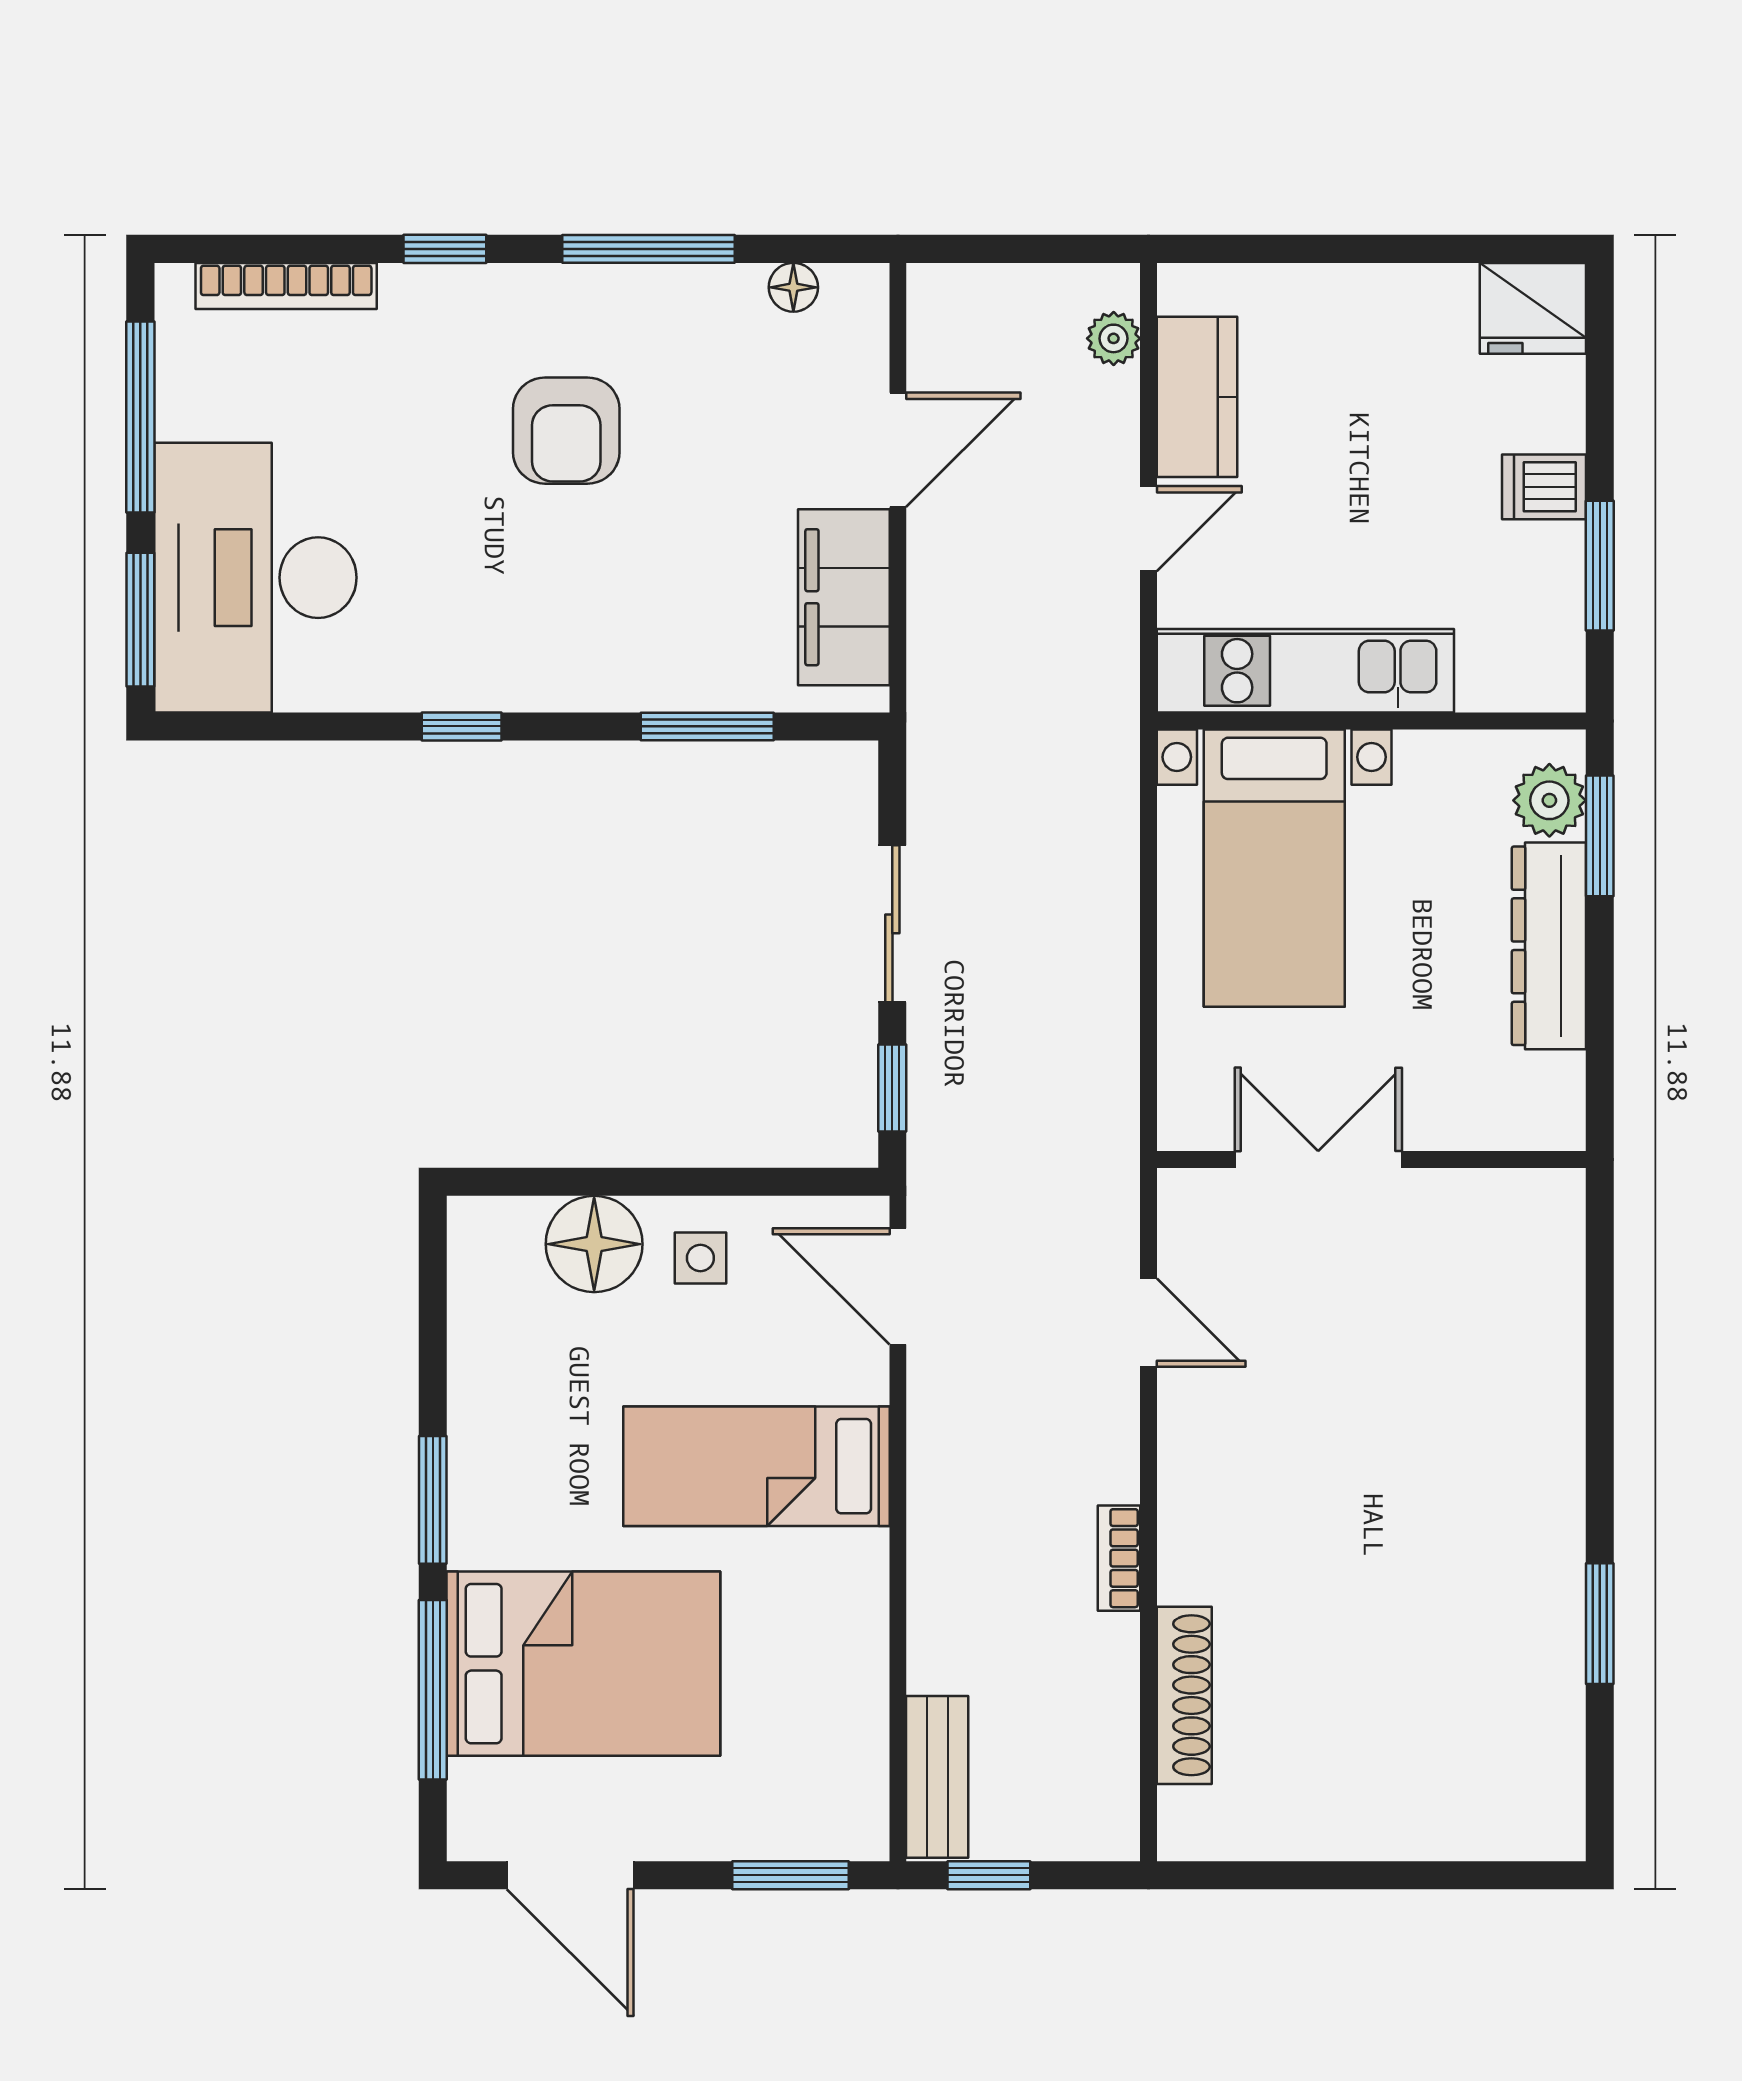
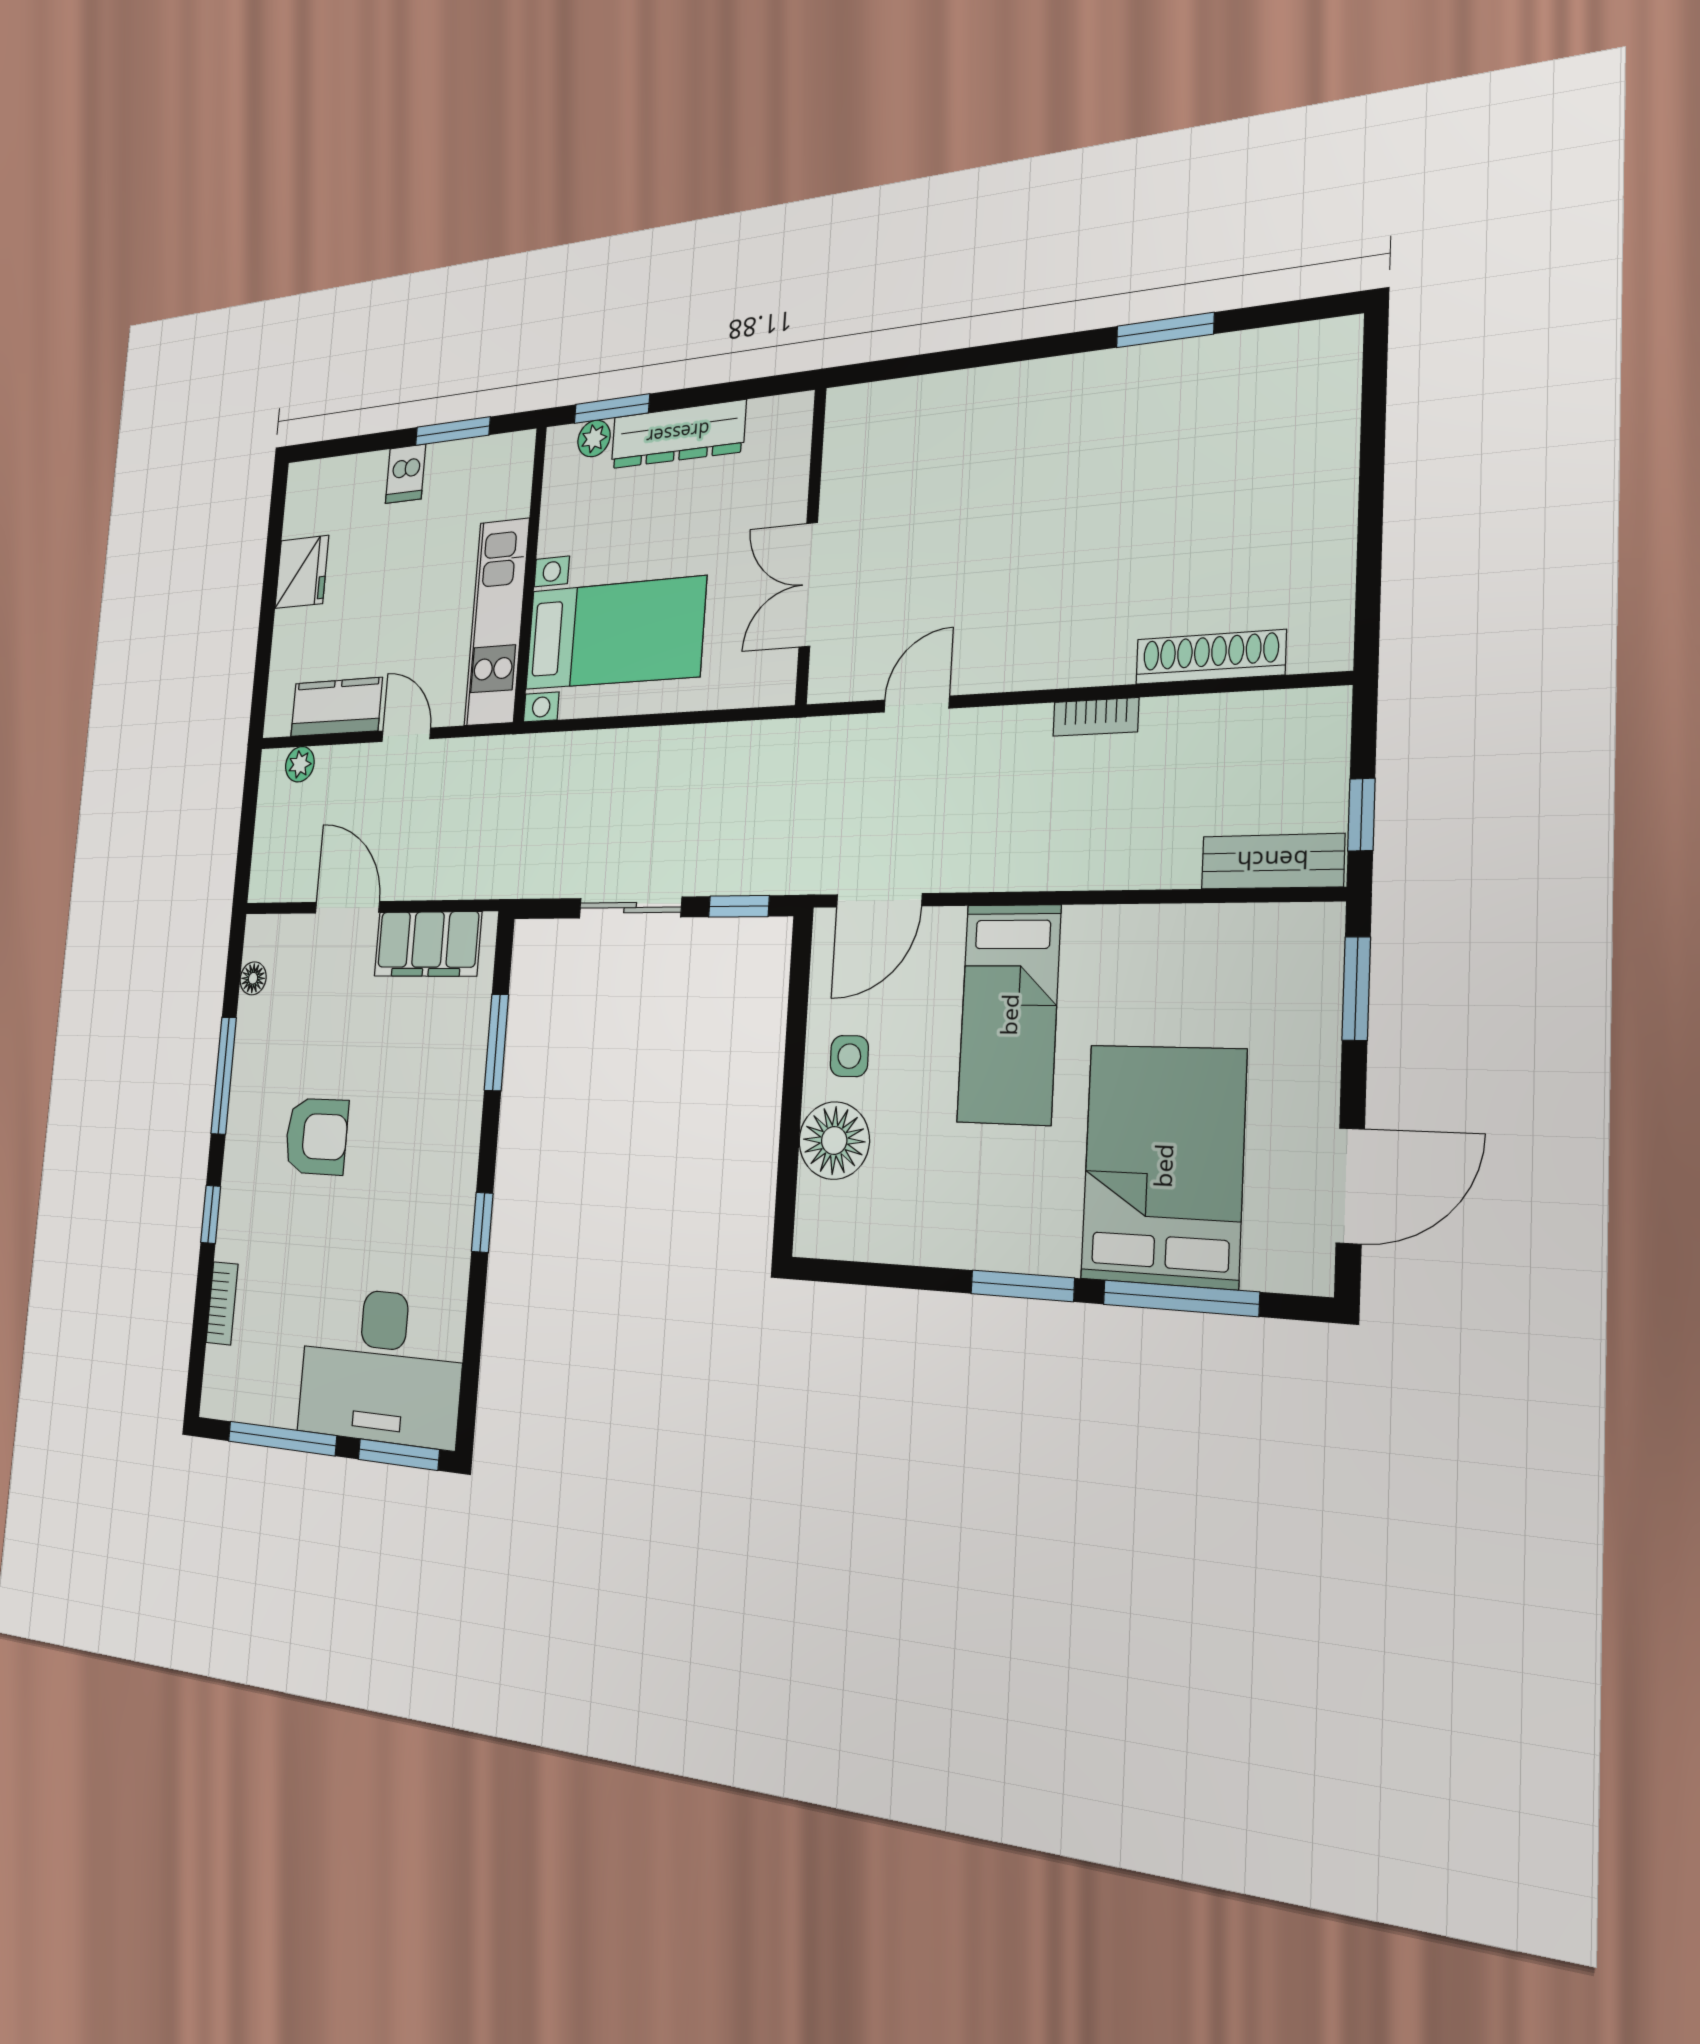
bookcase: (286, 286) -> (222, 1303), width x0.64
fridge: (1533, 308) -> (302, 572), moved
plant: (1549, 800) -> (594, 438), width x0.73, depth x0.73

